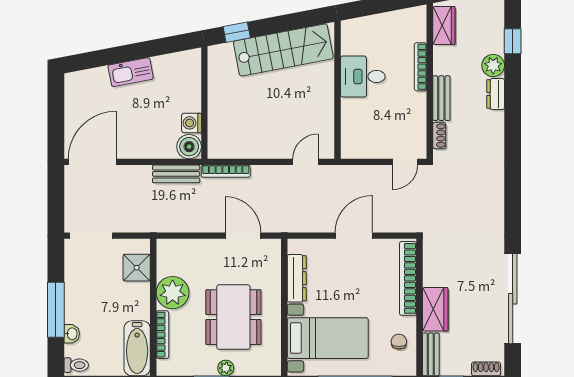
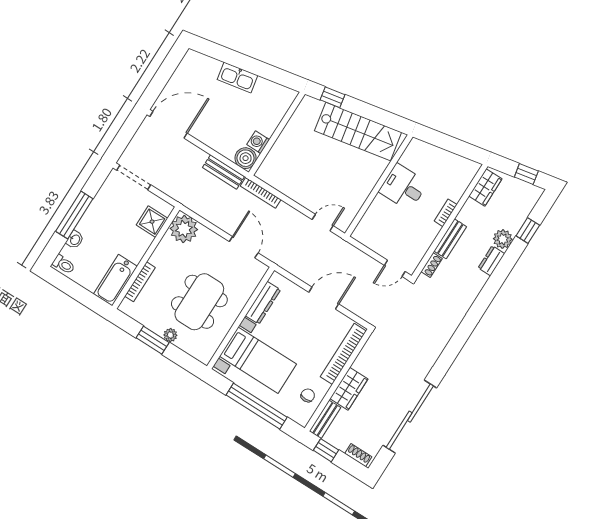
bookcase: (420, 67) -> (446, 213), width x0.64
plant: (173, 293) -> (184, 229), moved

